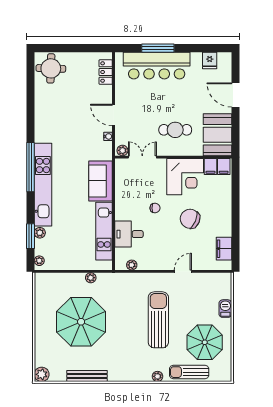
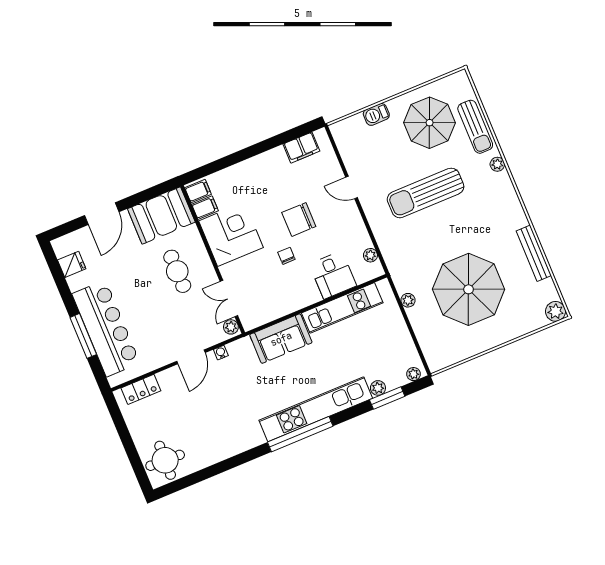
chair: (190, 219) -> (299, 220), moved, turned 67

